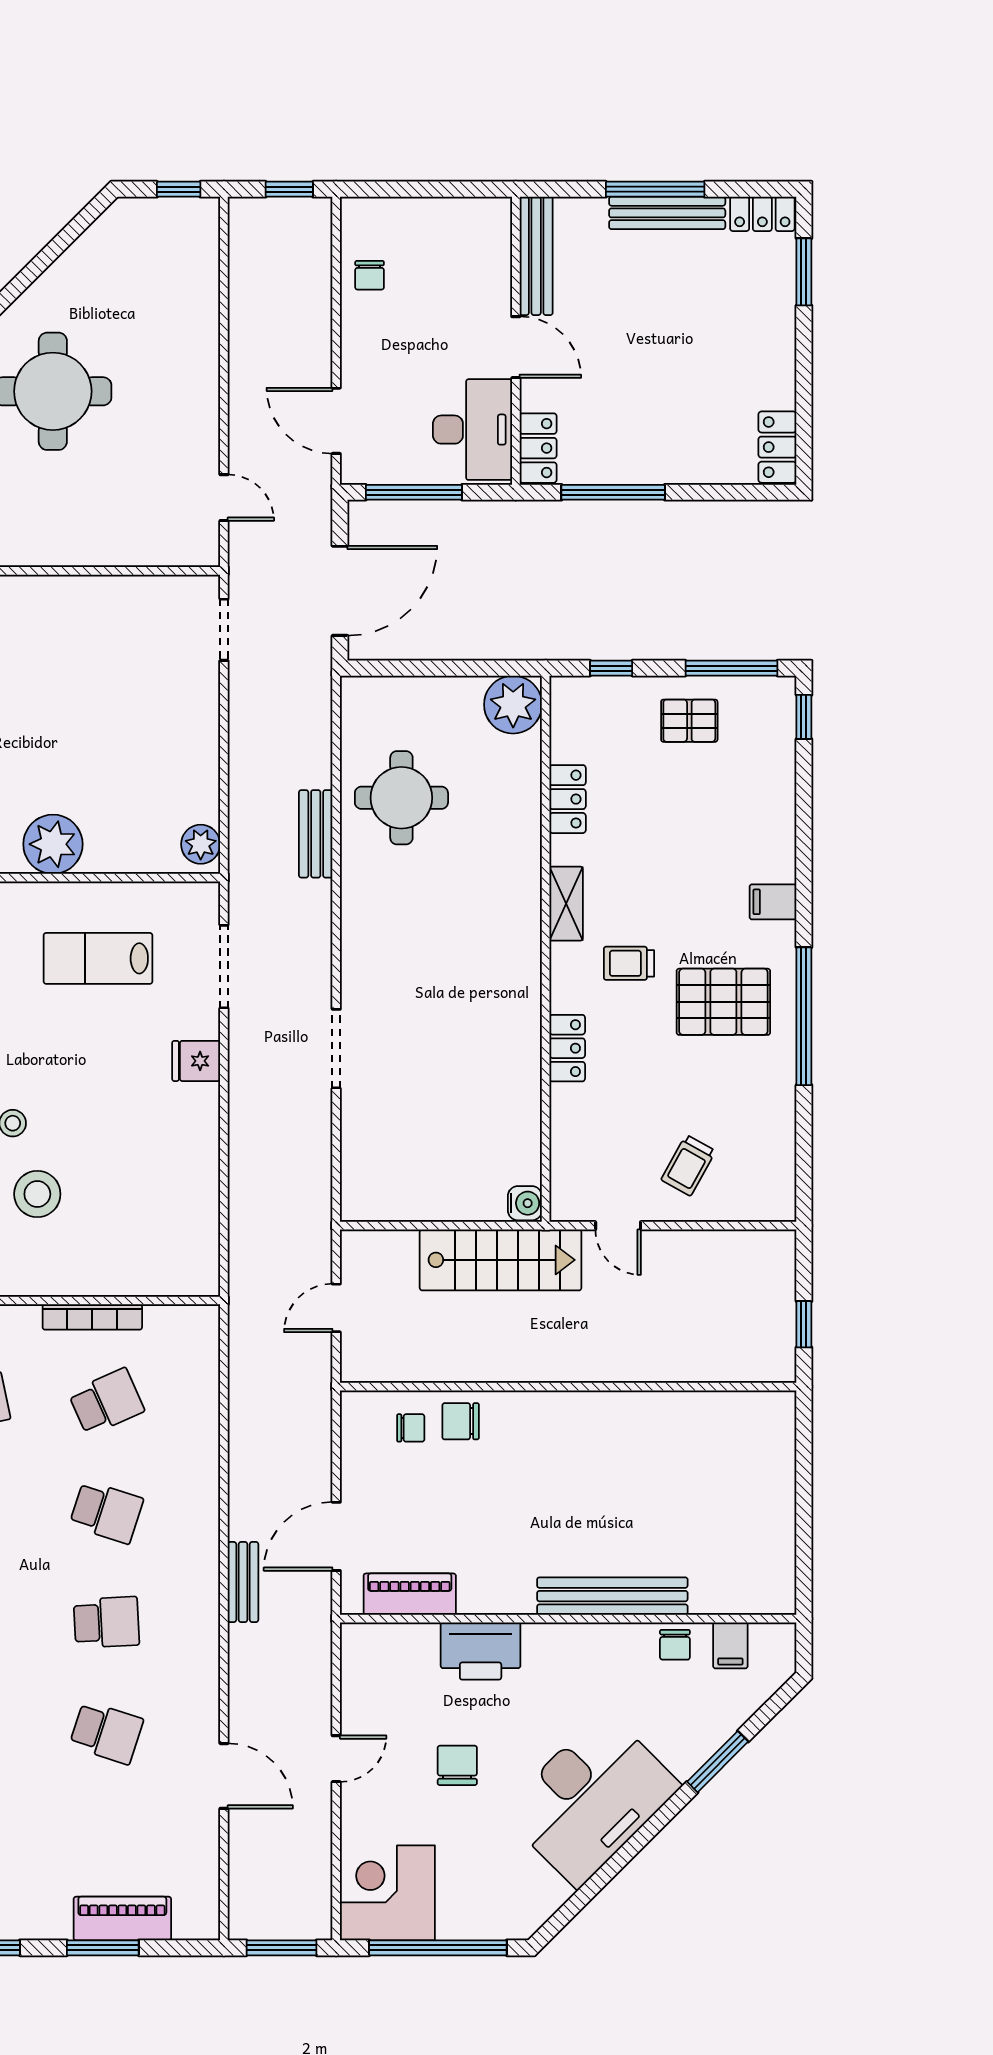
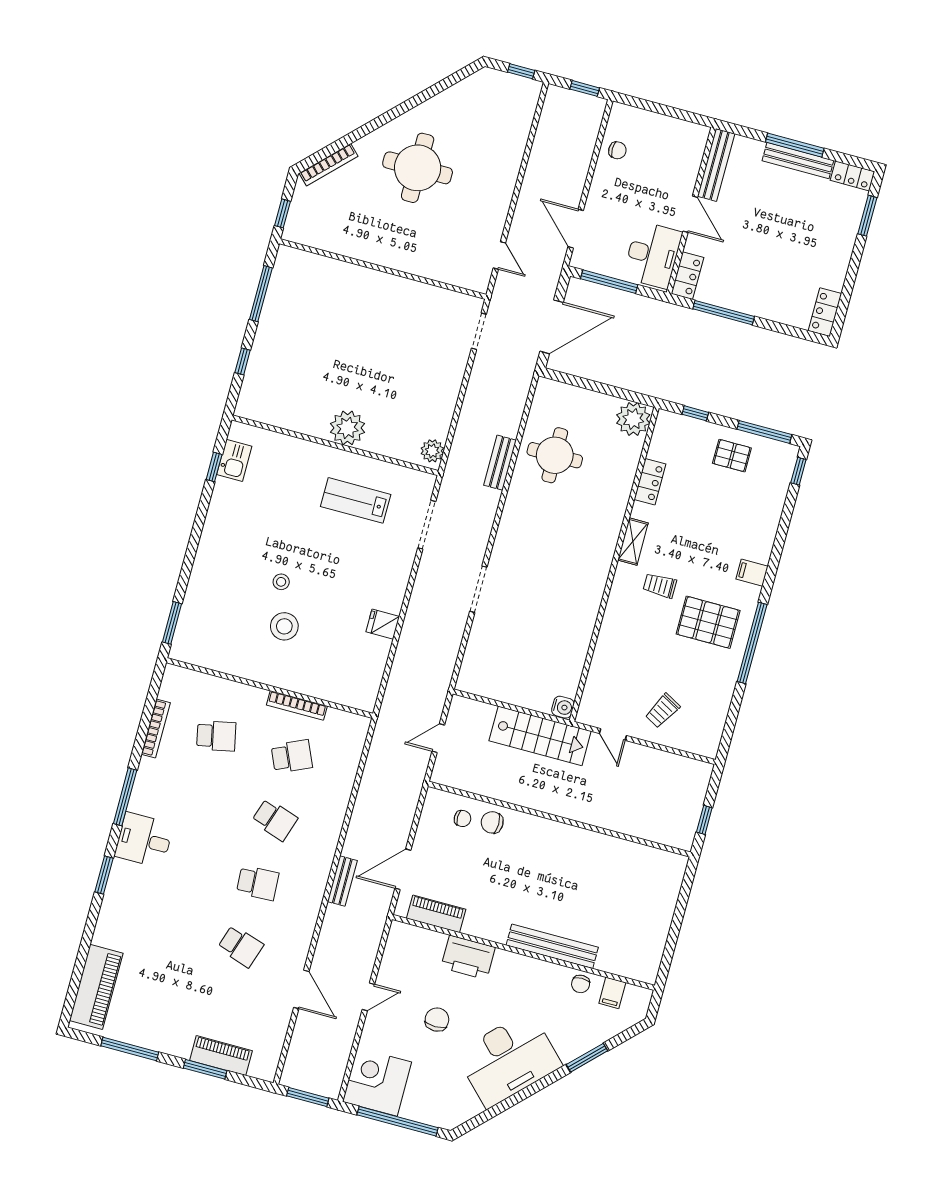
chair: (370, 275) -> (617, 150), turned -90
locker: (567, 1048) -> (611, 625), removed
fridge: (196, 1061) -> (383, 624), moved

